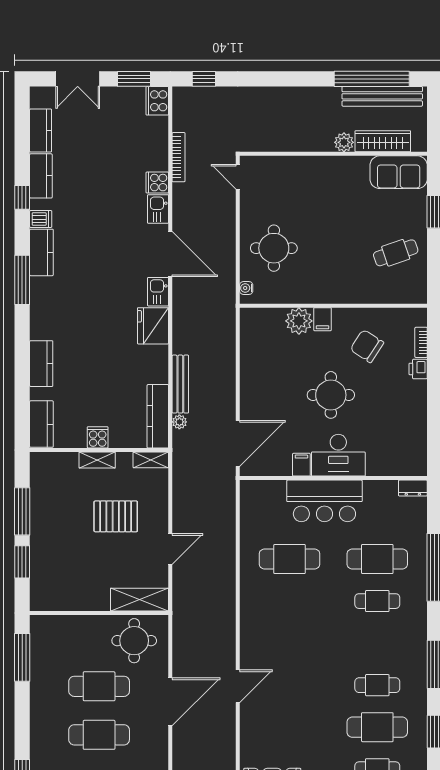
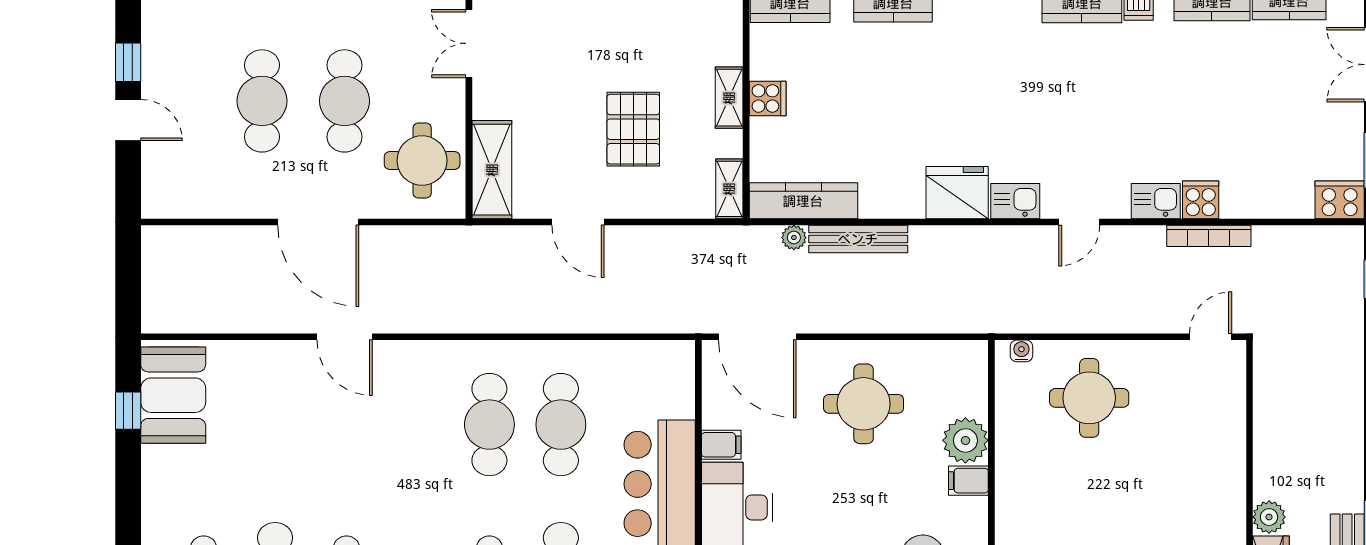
bookcase: (179, 157) -> (1209, 236), moved
door: (170, 254) -> (1079, 222), width x0.53
round table: (331, 395) -> (864, 404), moved
cafe table: (290, 601) -> (489, 425), added
double door: (65, 613) -> (469, 43), added

